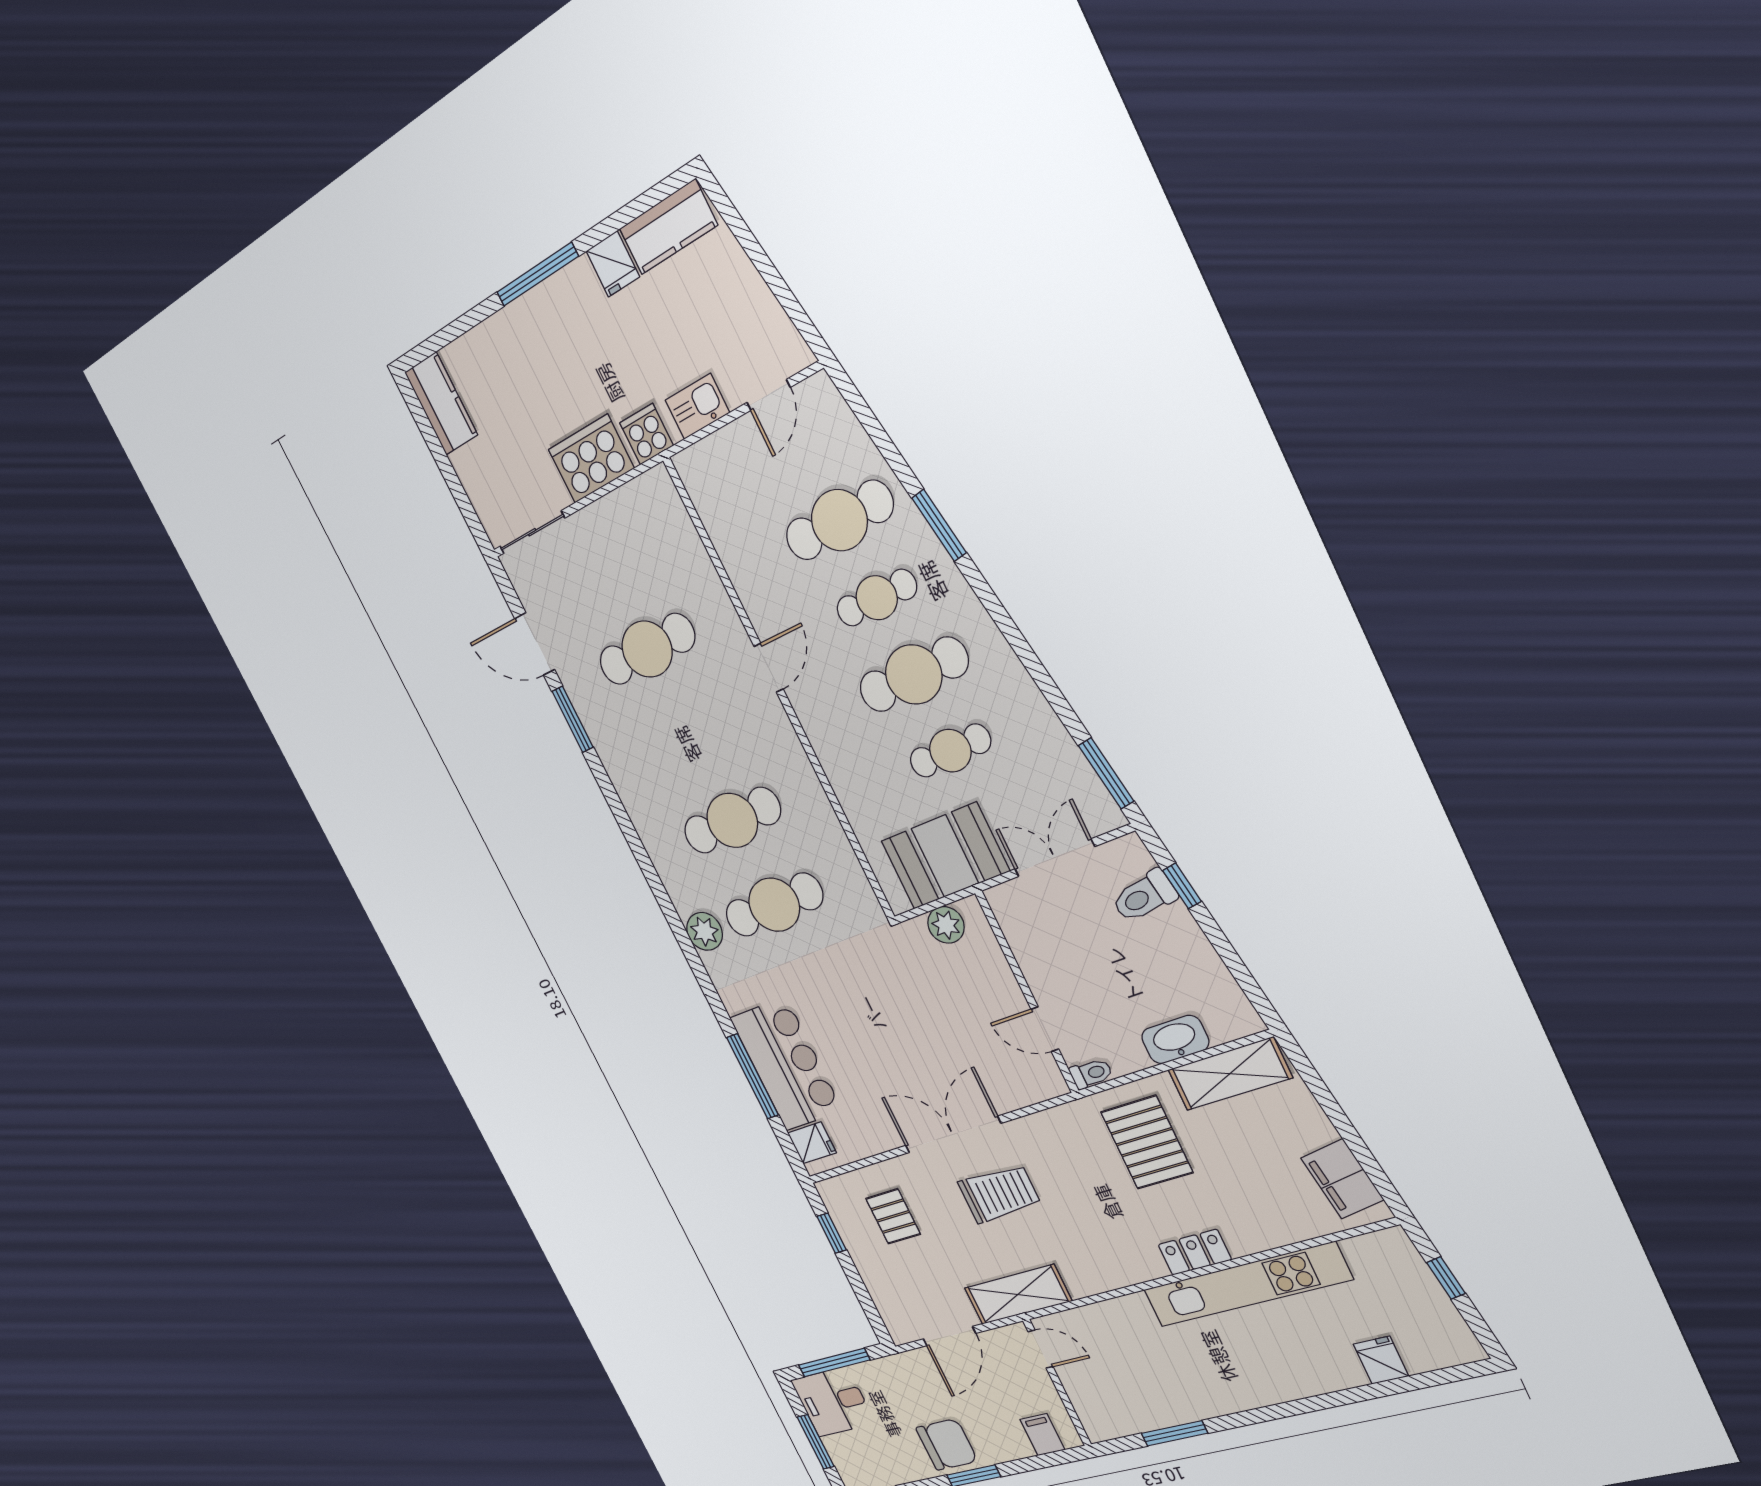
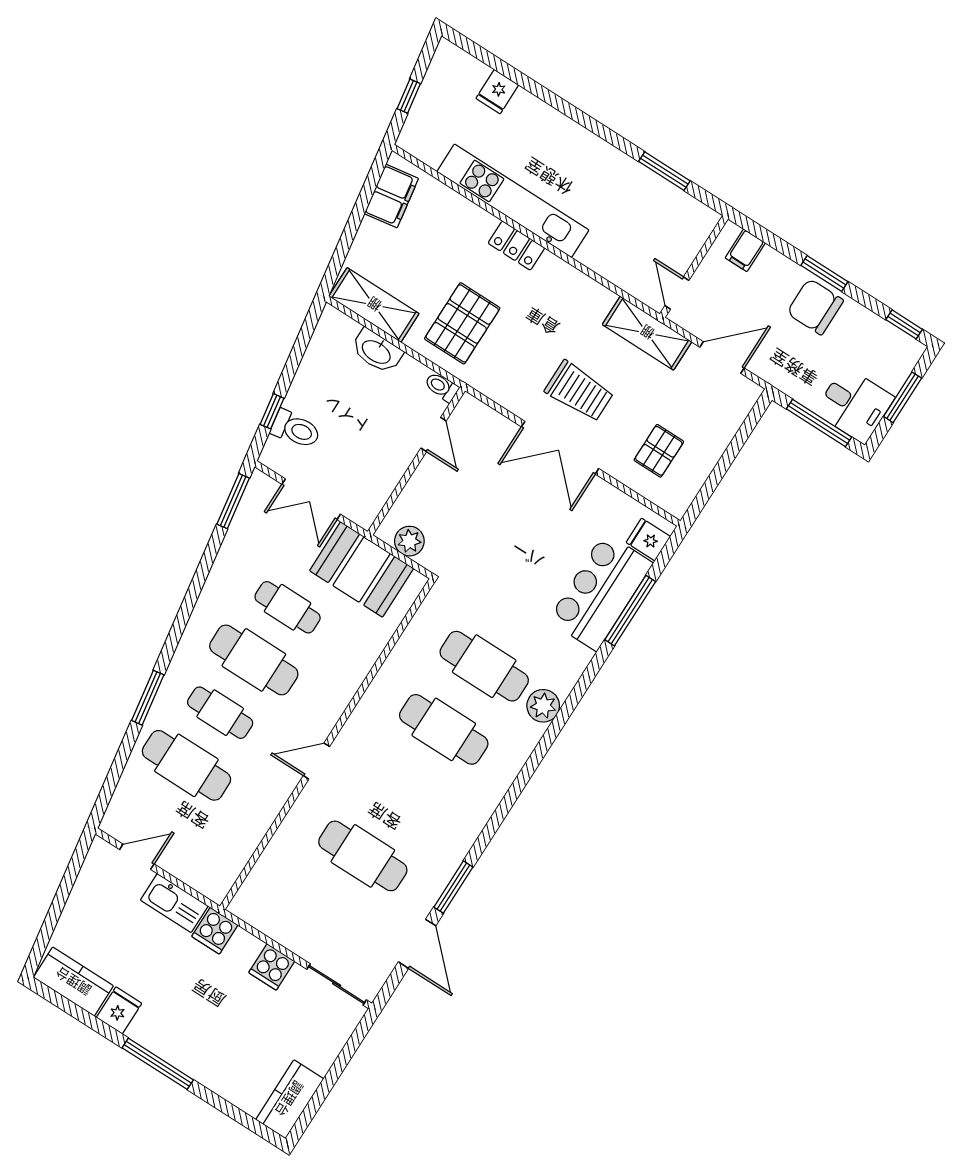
kitchen sink: (697, 406) -> (174, 903), width x1.38
cooker: (591, 459) -> (272, 967), width x0.53, depth x0.76
trolley: (999, 1194) -> (579, 391), turned 180
window: (832, 1233) -> (710, 485), removed

